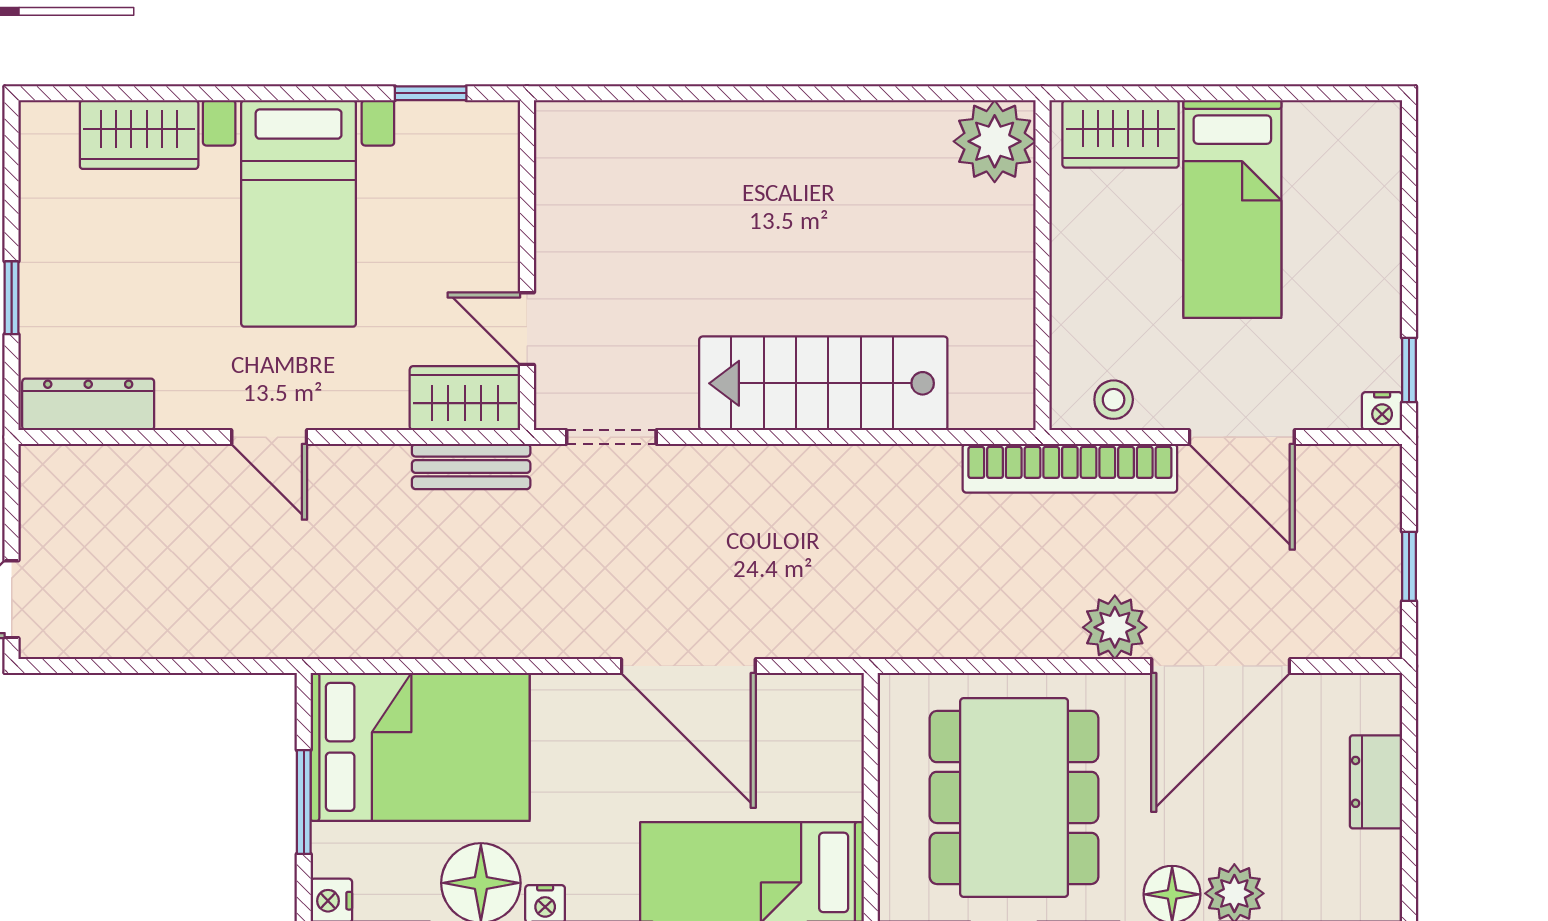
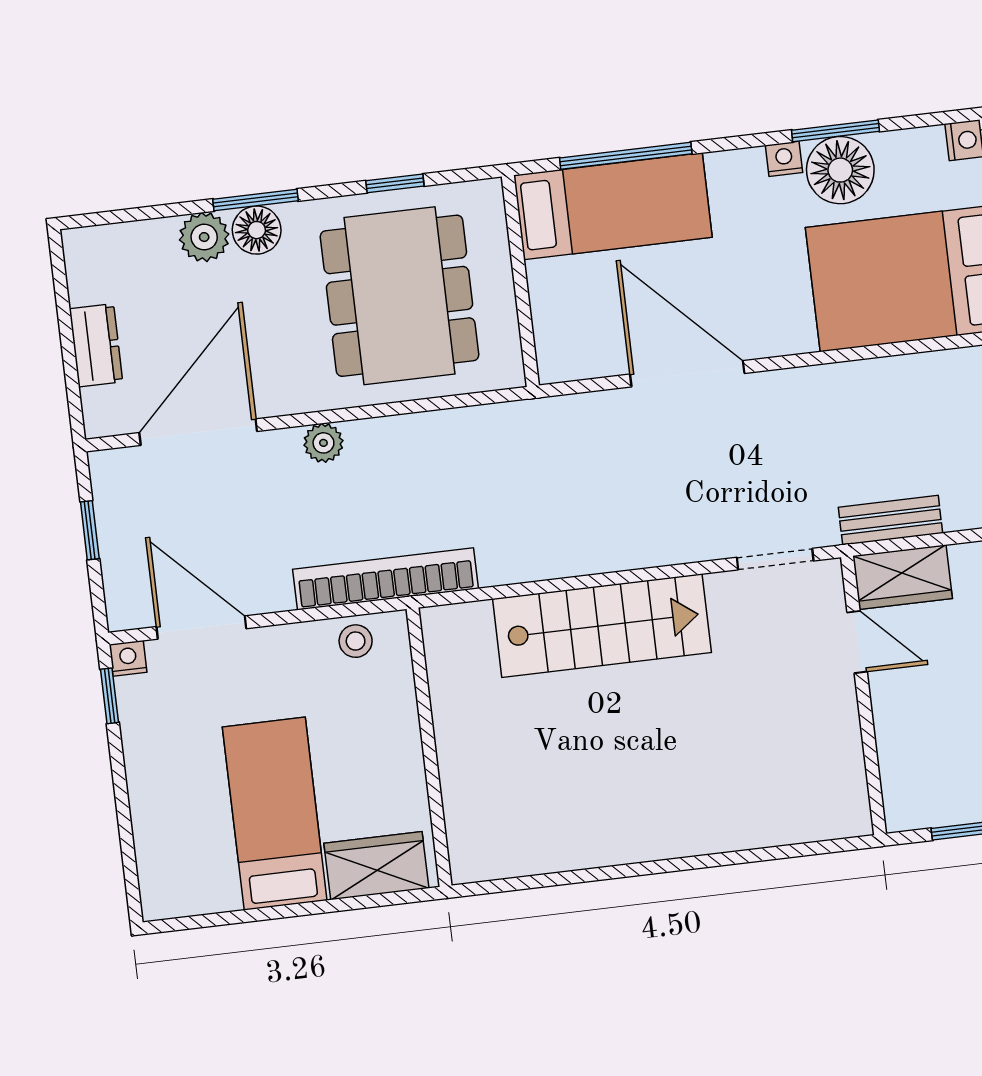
plant: (995, 141) -> (482, 847), removed
door: (1242, 437) -> (201, 628), moved
plant: (1115, 627) -> (323, 443), width x0.73, depth x0.73
door: (1221, 666) -> (198, 432), moved

